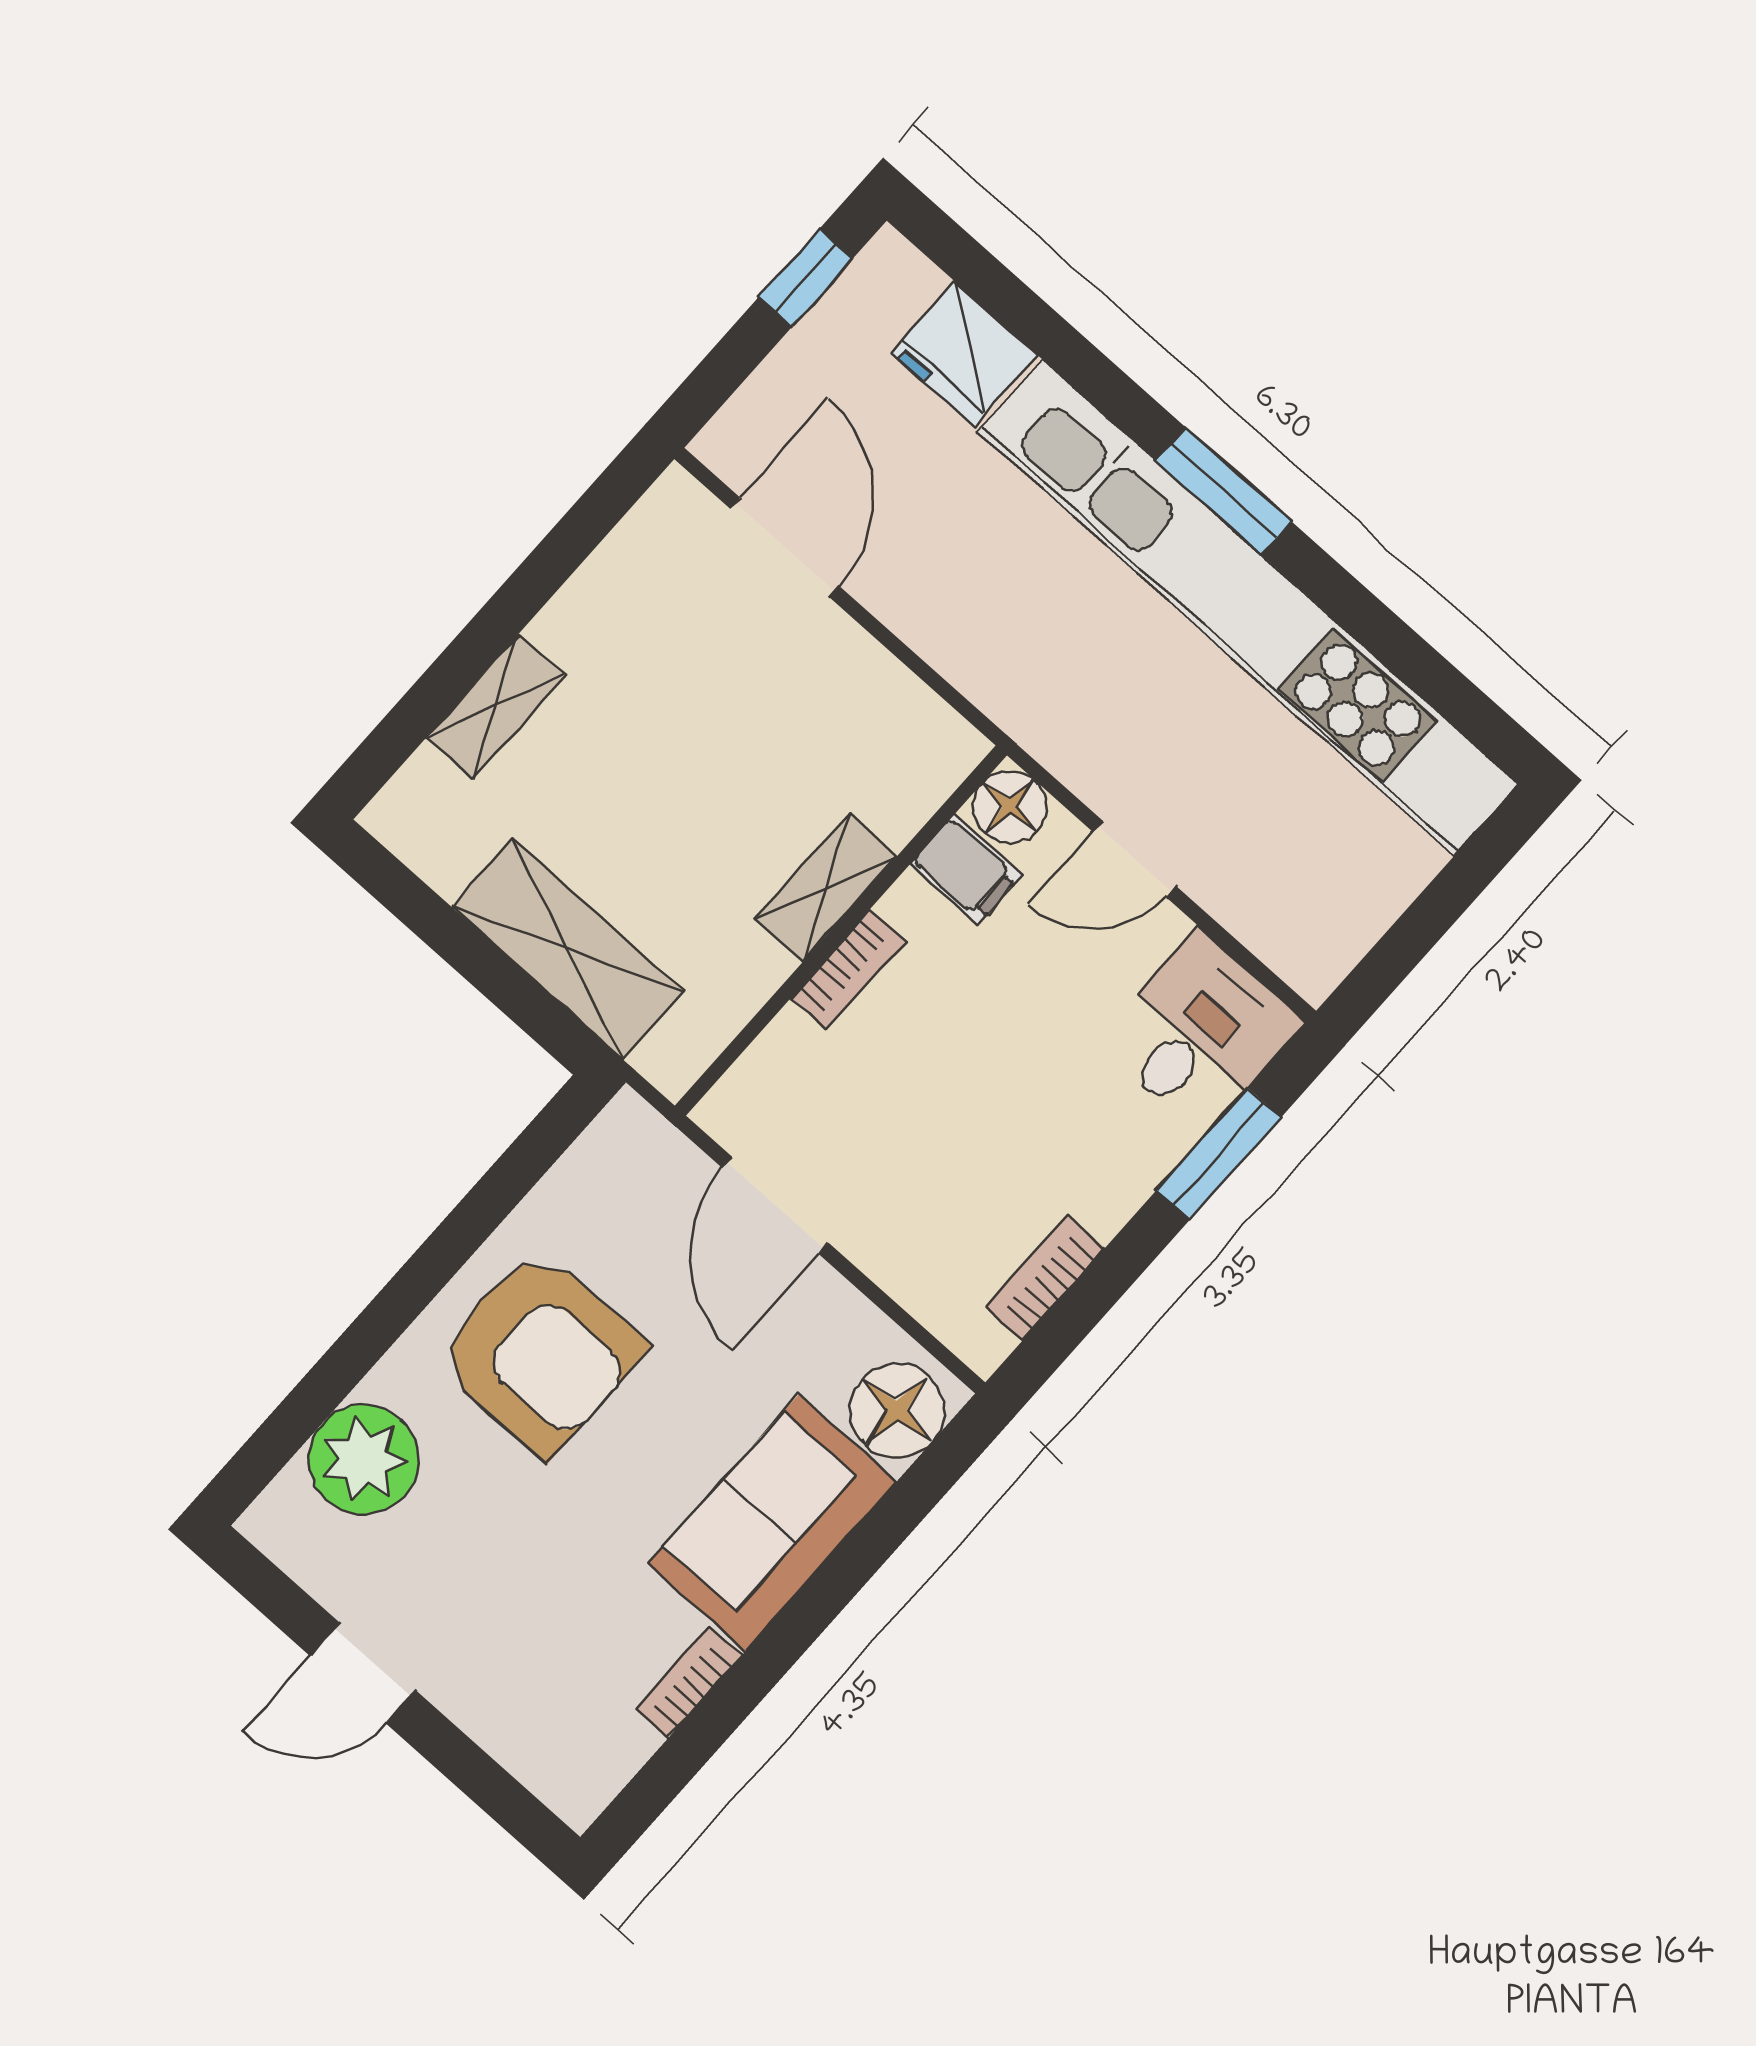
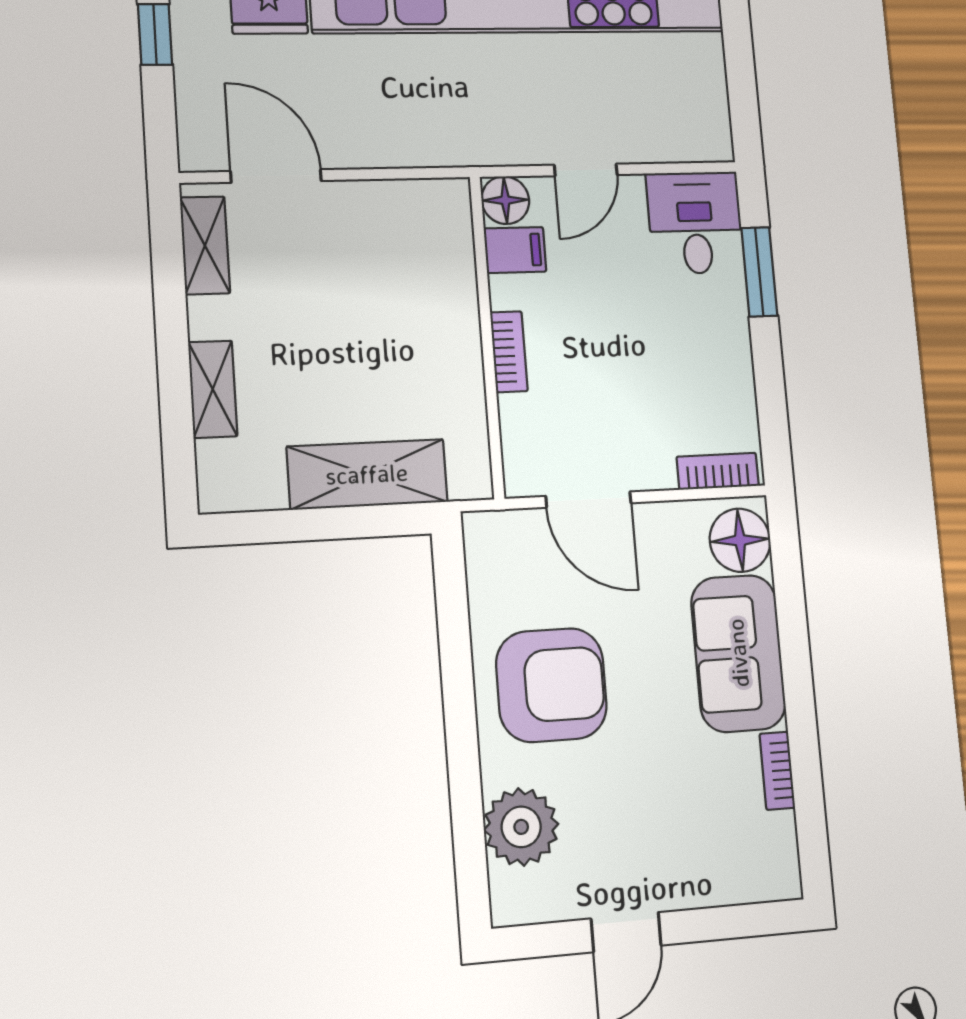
shelving: (826, 888) -> (205, 245), moved
bookcase: (1045, 1278) -> (718, 471), moved, turned 90

